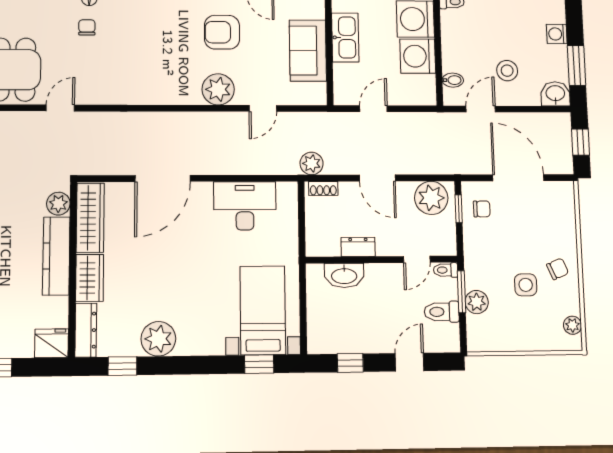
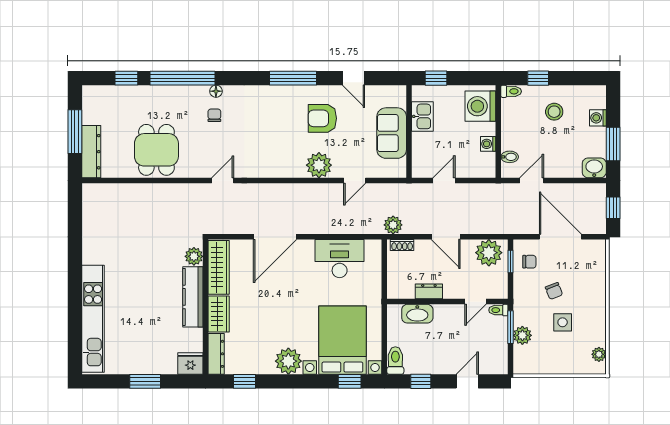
kitchen sink: (345, 37) -> (422, 116), width x0.73
washing machine: (418, 56) -> (488, 144), width x0.53, depth x0.53
stool: (507, 71) -> (554, 112), moved
door: (60, 108) -> (223, 181), moved
chair: (558, 269) -> (554, 291), moved, turned 92
bed with nightstands: (263, 310) -> (342, 340), width x1.36
toilet: (442, 312) -> (395, 361), moved, turned 90
plant: (158, 339) -> (288, 361), moved

